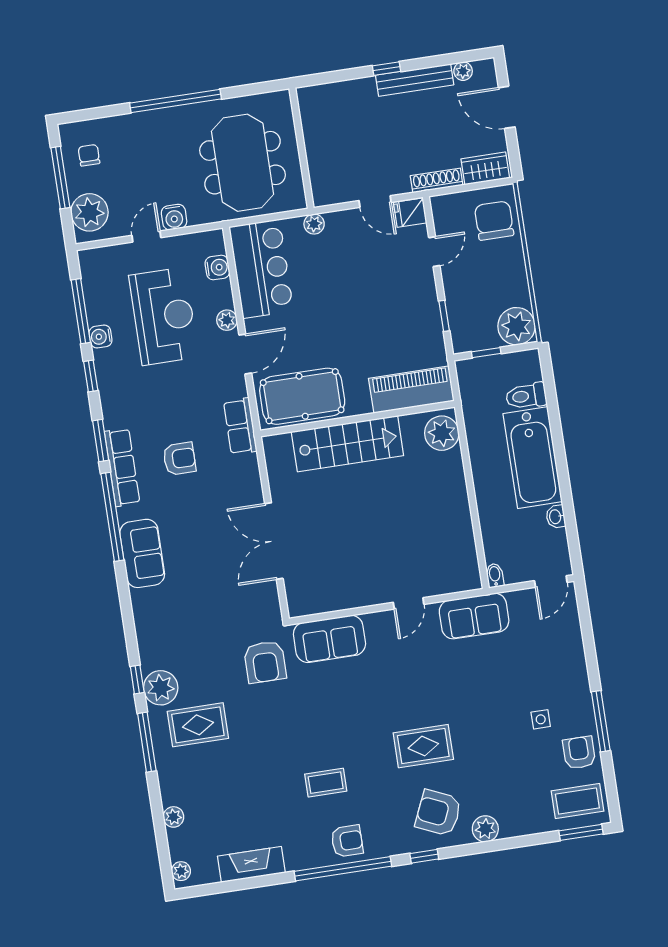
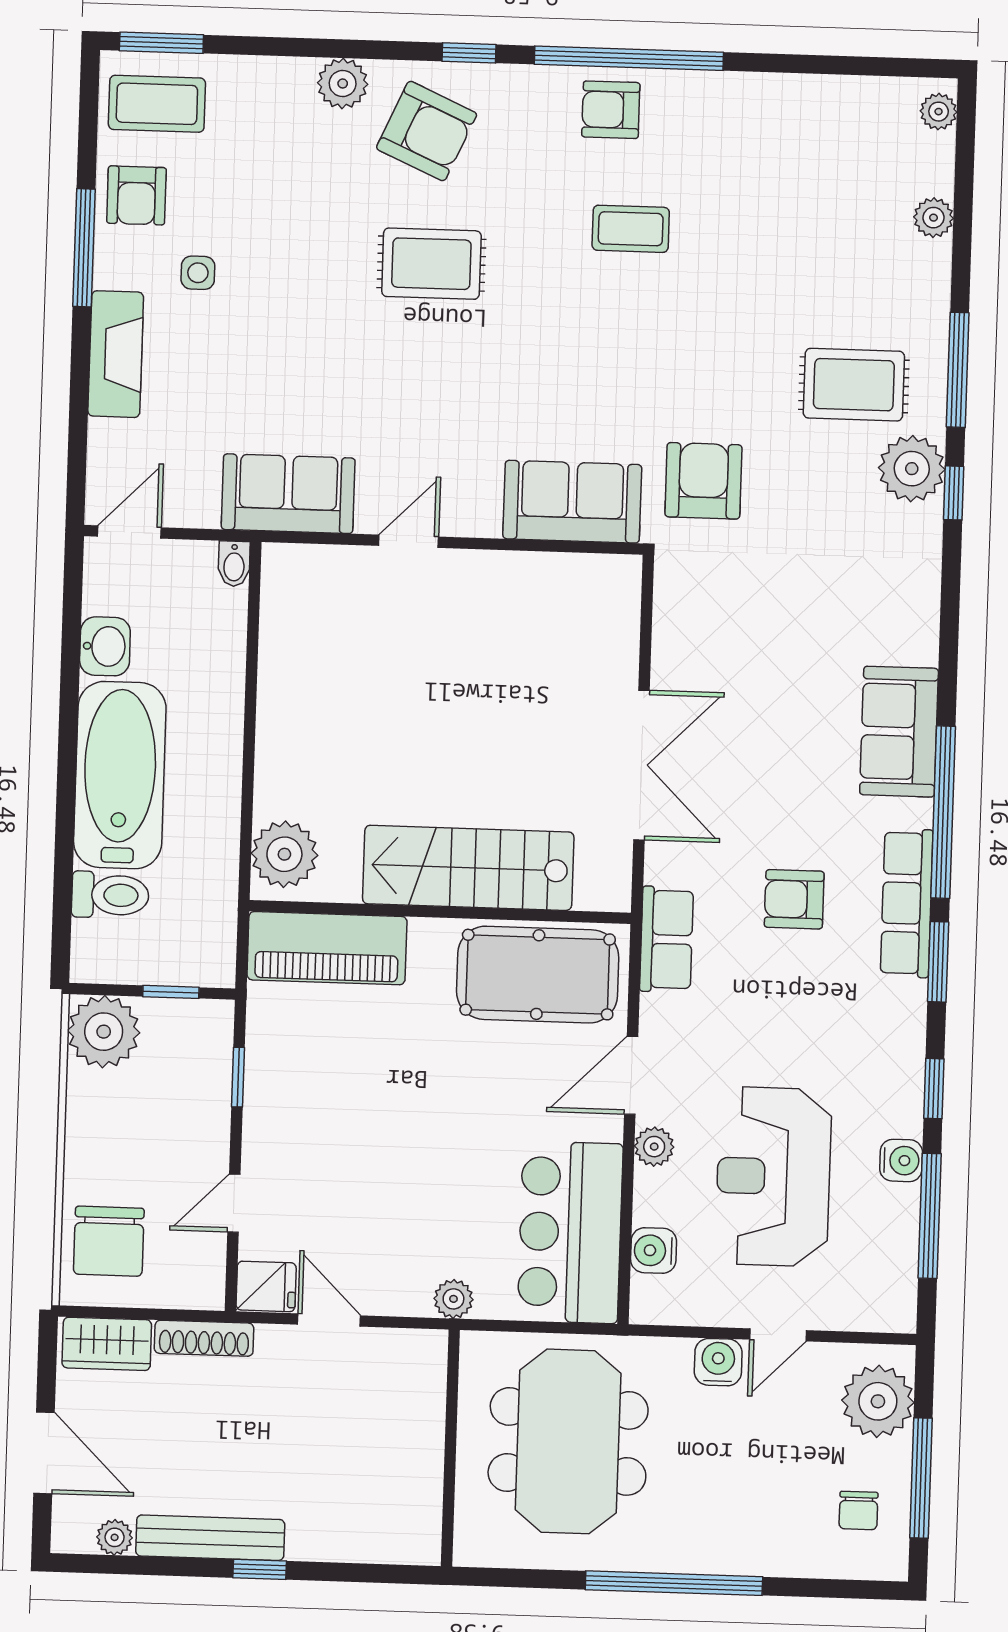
washbasin: (556, 517) -> (105, 646), width x1.38, depth x1.45
double door: (274, 541) -> (641, 765), moved
fireplace: (251, 864) -> (116, 354), moved, turned -90

